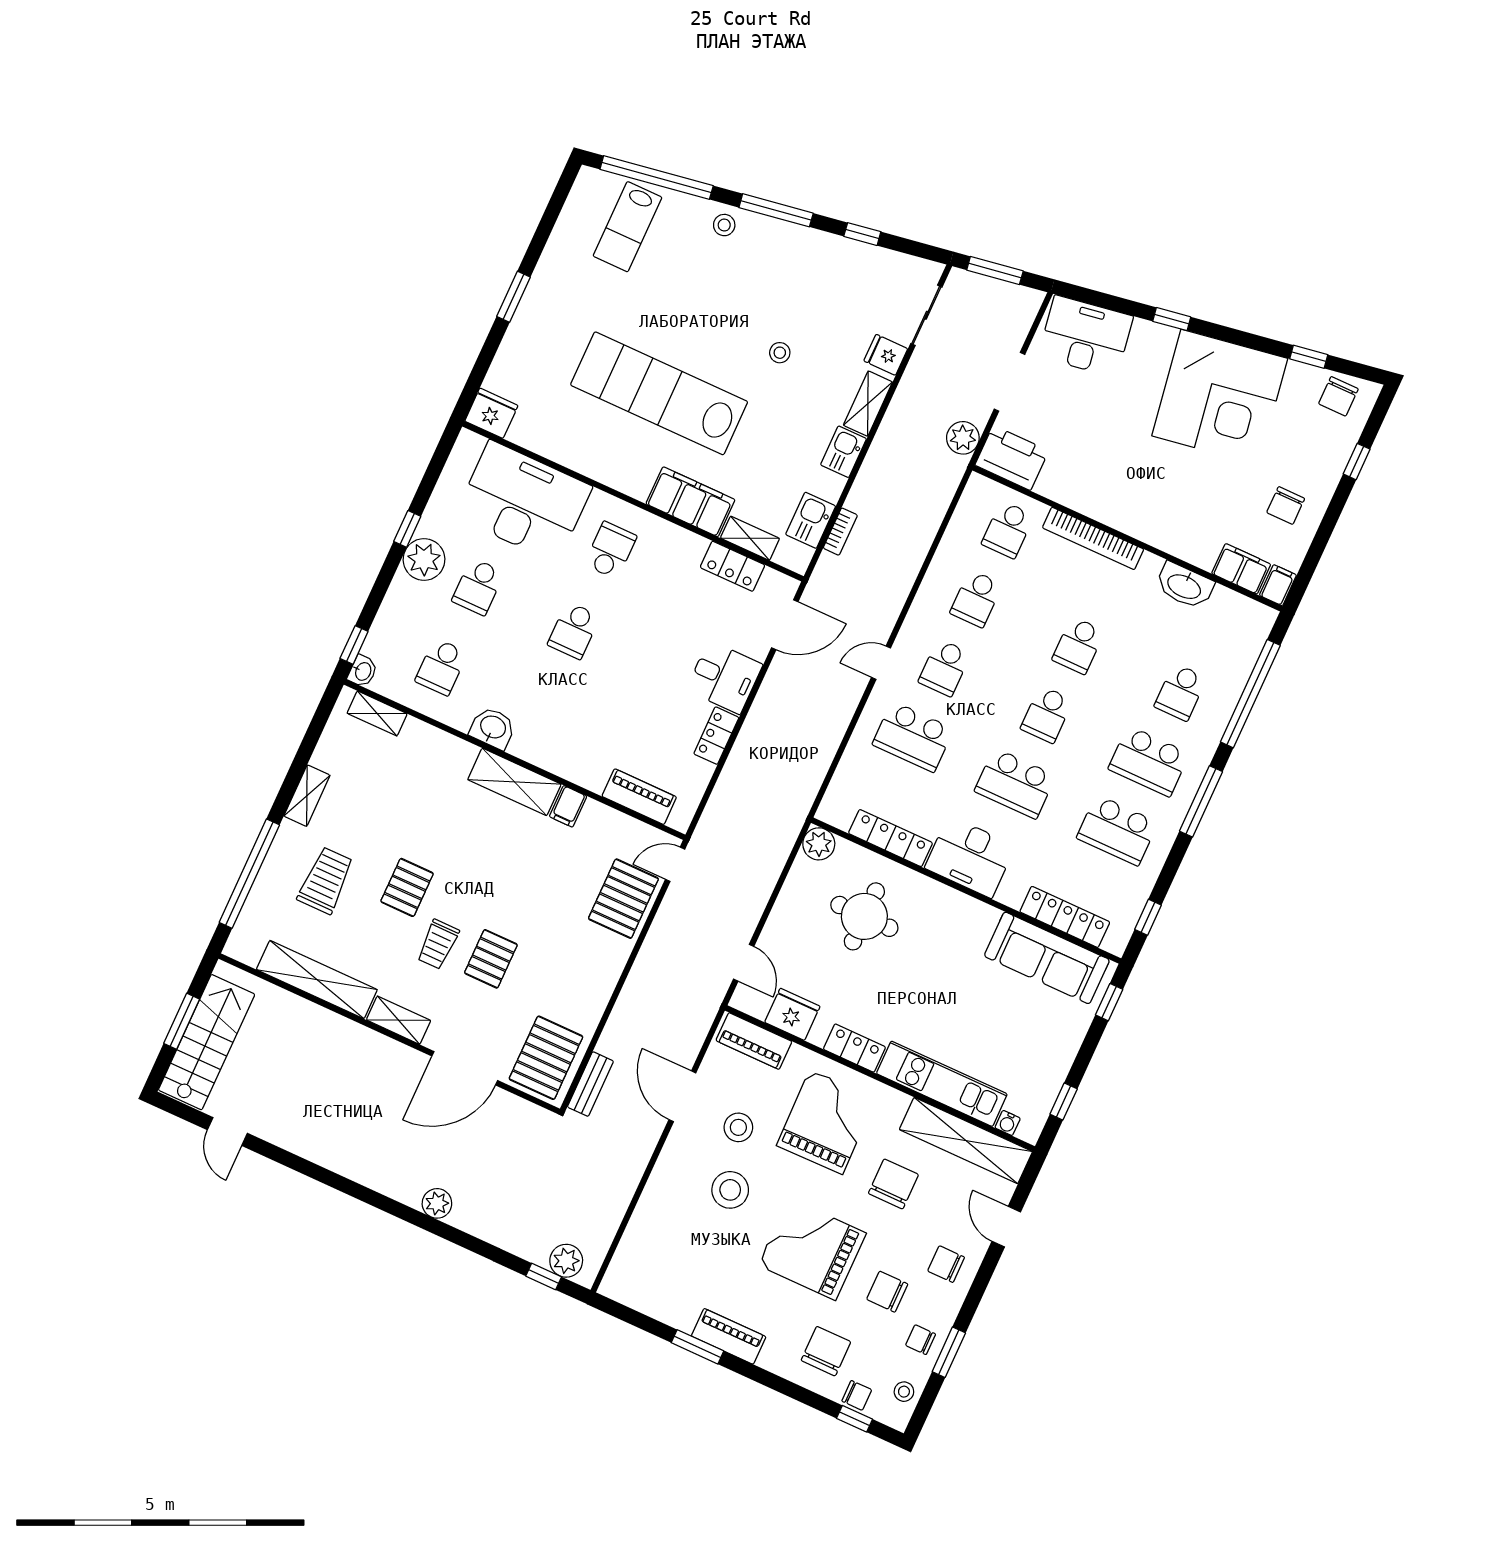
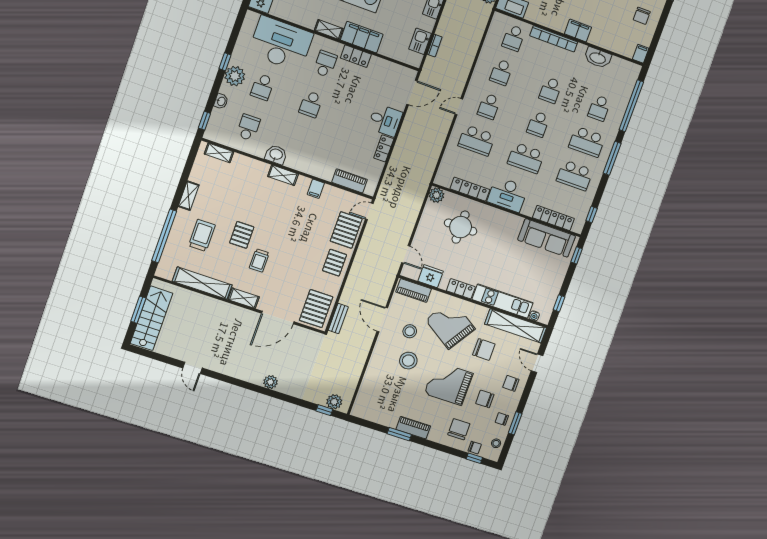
shelving: (750, 538) -> (329, 29), moved
locker: (732, 566) -> (356, 56), moved
filing cabinet: (1241, 569) -> (578, 31), moved
school desk: (441, 667) -> (248, 127), turned 180
washbasin: (363, 671) -> (221, 101), moved
shelving: (514, 782) -> (283, 175), width x0.67, depth x0.75
pallet: (491, 959) -> (335, 263), moved
grand piano: (826, 1122) -> (450, 324), turned -56
door: (227, 1132) -> (192, 368), moved
chair: (893, 1184) -> (484, 349), turned 90

